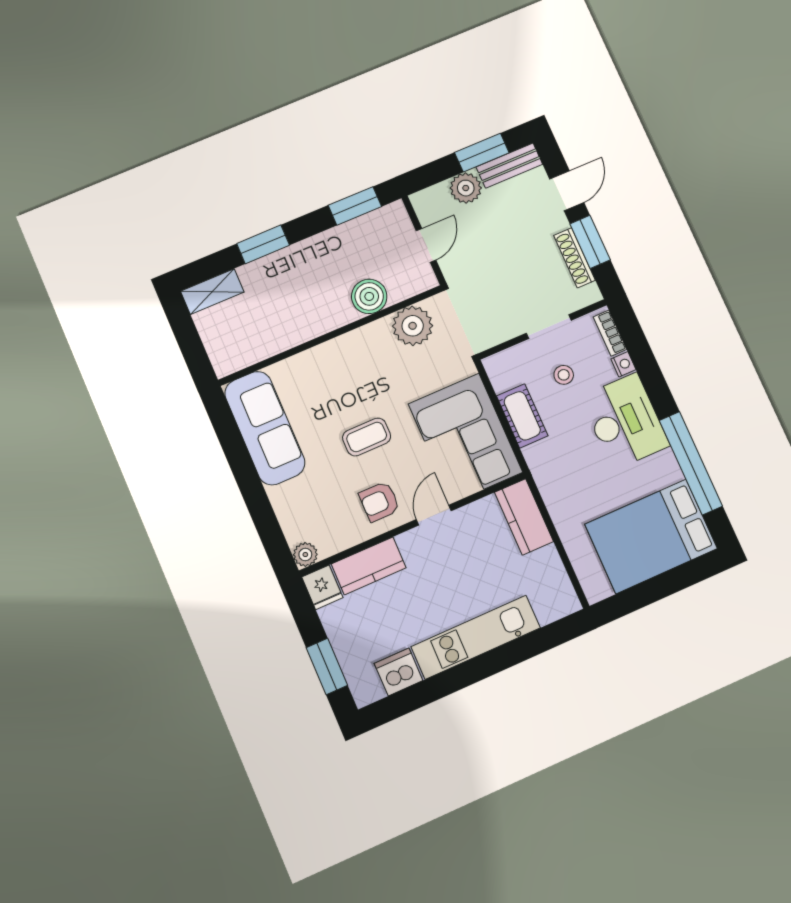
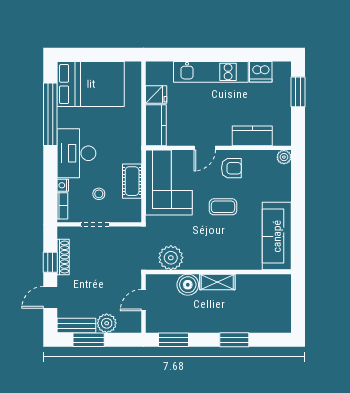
window: (590, 242) -> (50, 262), width x0.67
shelving: (212, 292) -> (217, 282), moved
fridge: (322, 587) -> (156, 95), moved, turned 90

